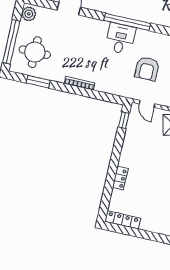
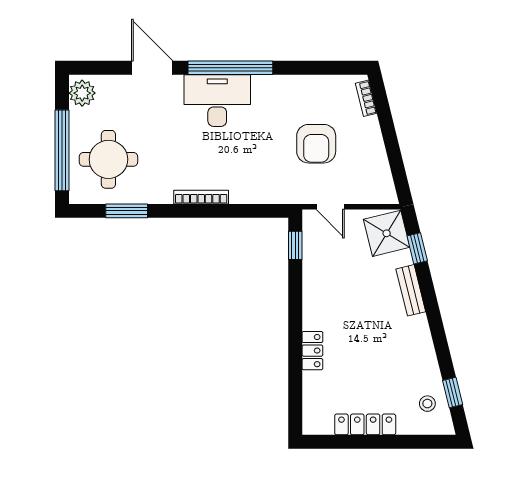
window: (127, 22) -> (230, 68), moved
desk: (120, 39) -> (217, 101), moved, width x1.37
locker: (123, 220) -> (365, 424), moved

